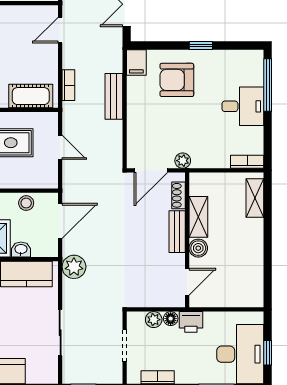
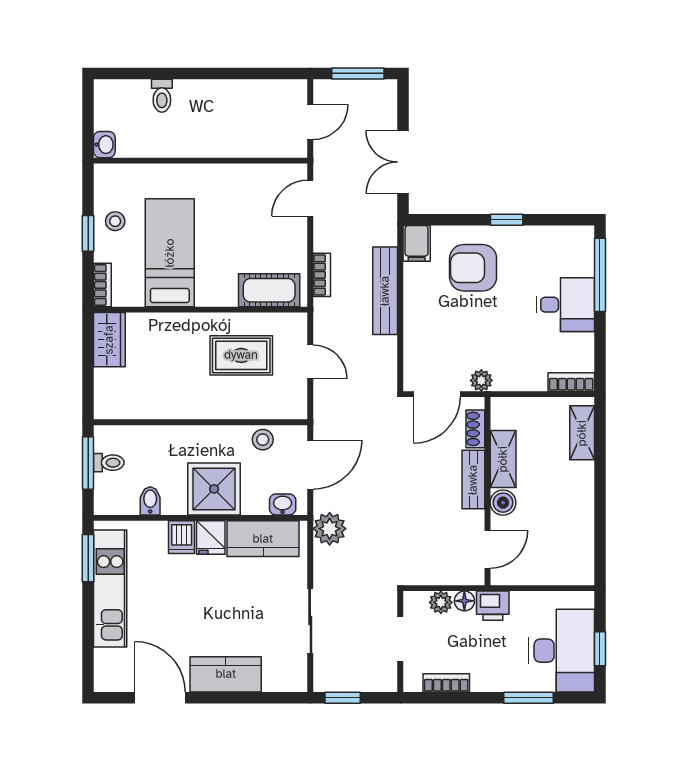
bench: (114, 96) -> (385, 291), width x1.36
washbasin: (21, 249) -> (283, 504), moved

